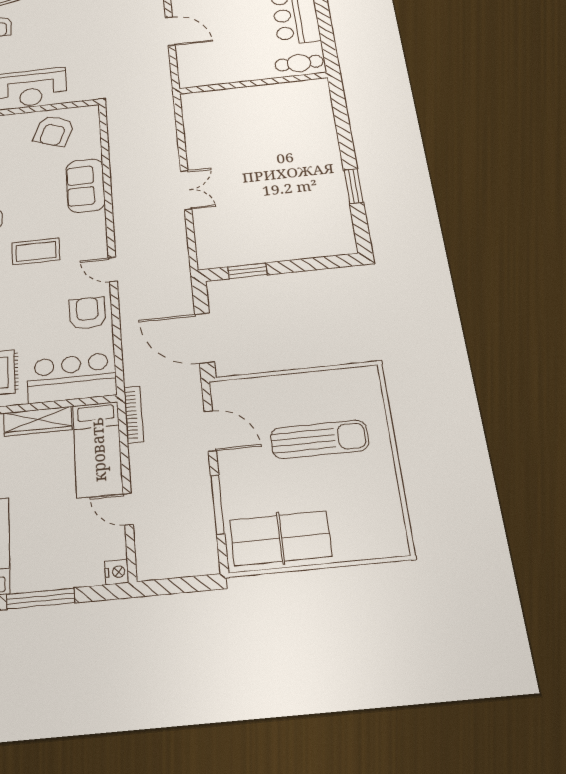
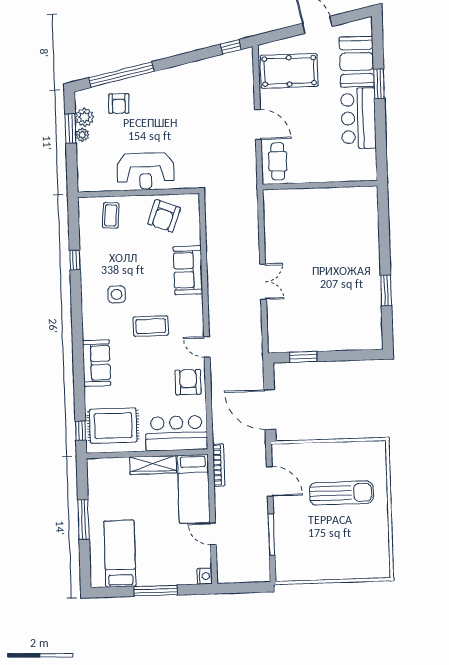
cafe table: (299, 63) -> (278, 161), moved, turned 90
table tennis table: (281, 538) -> (310, 561), removed

